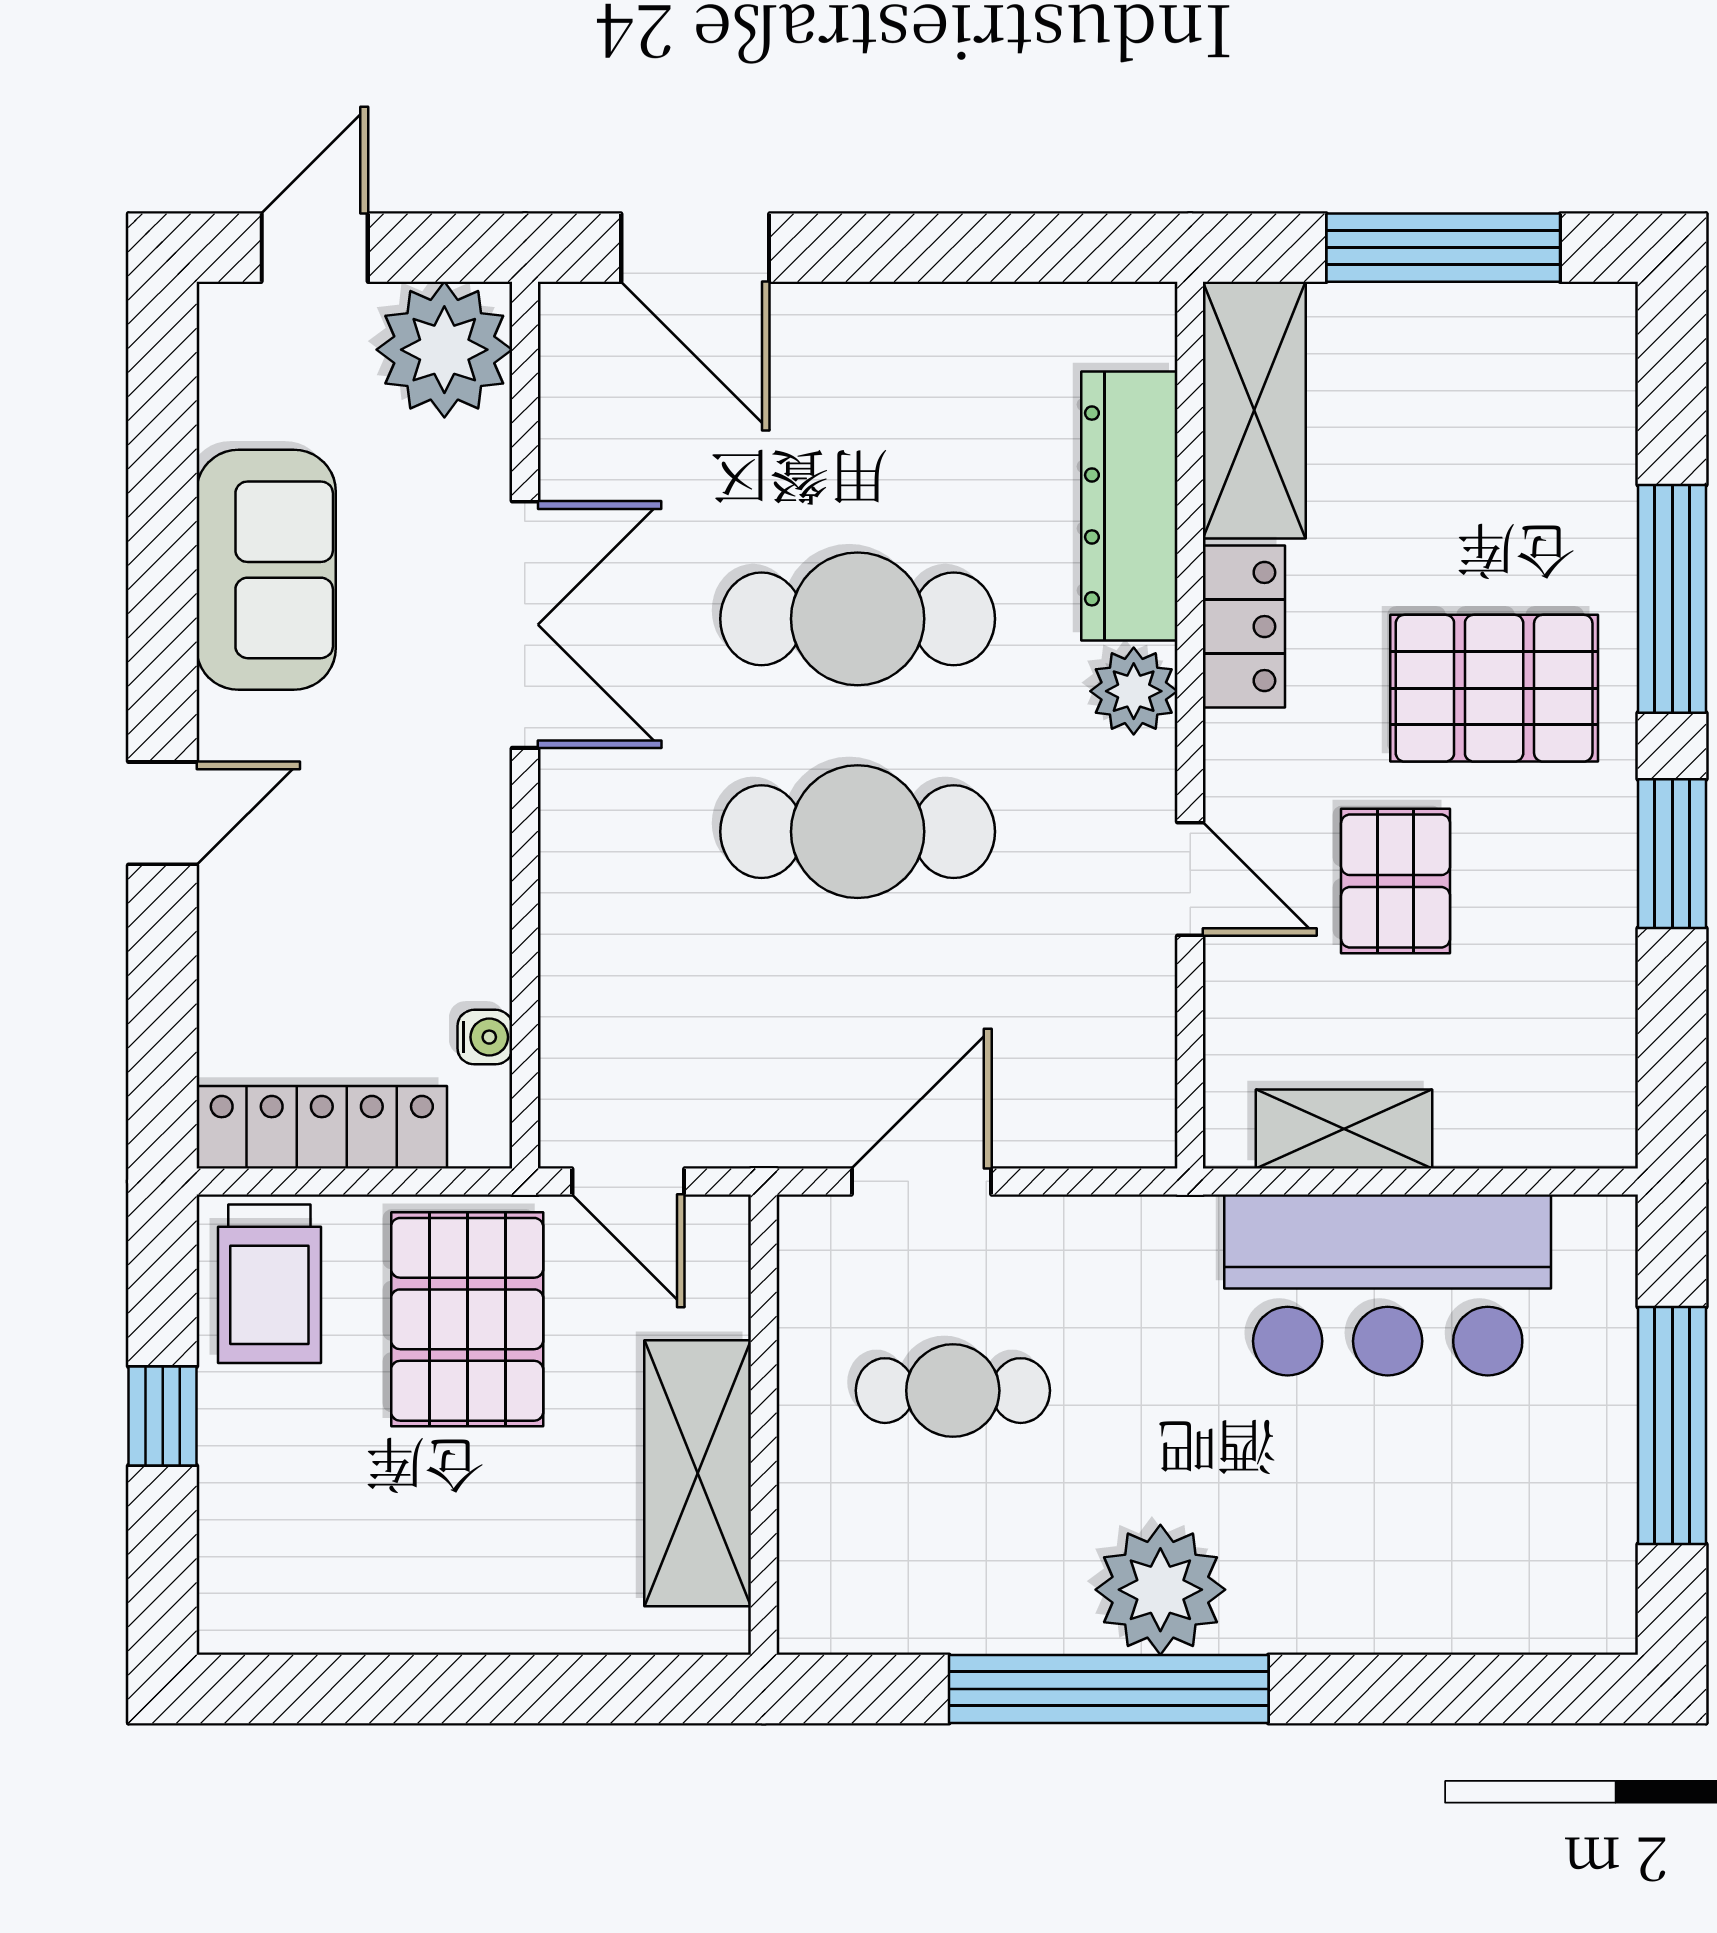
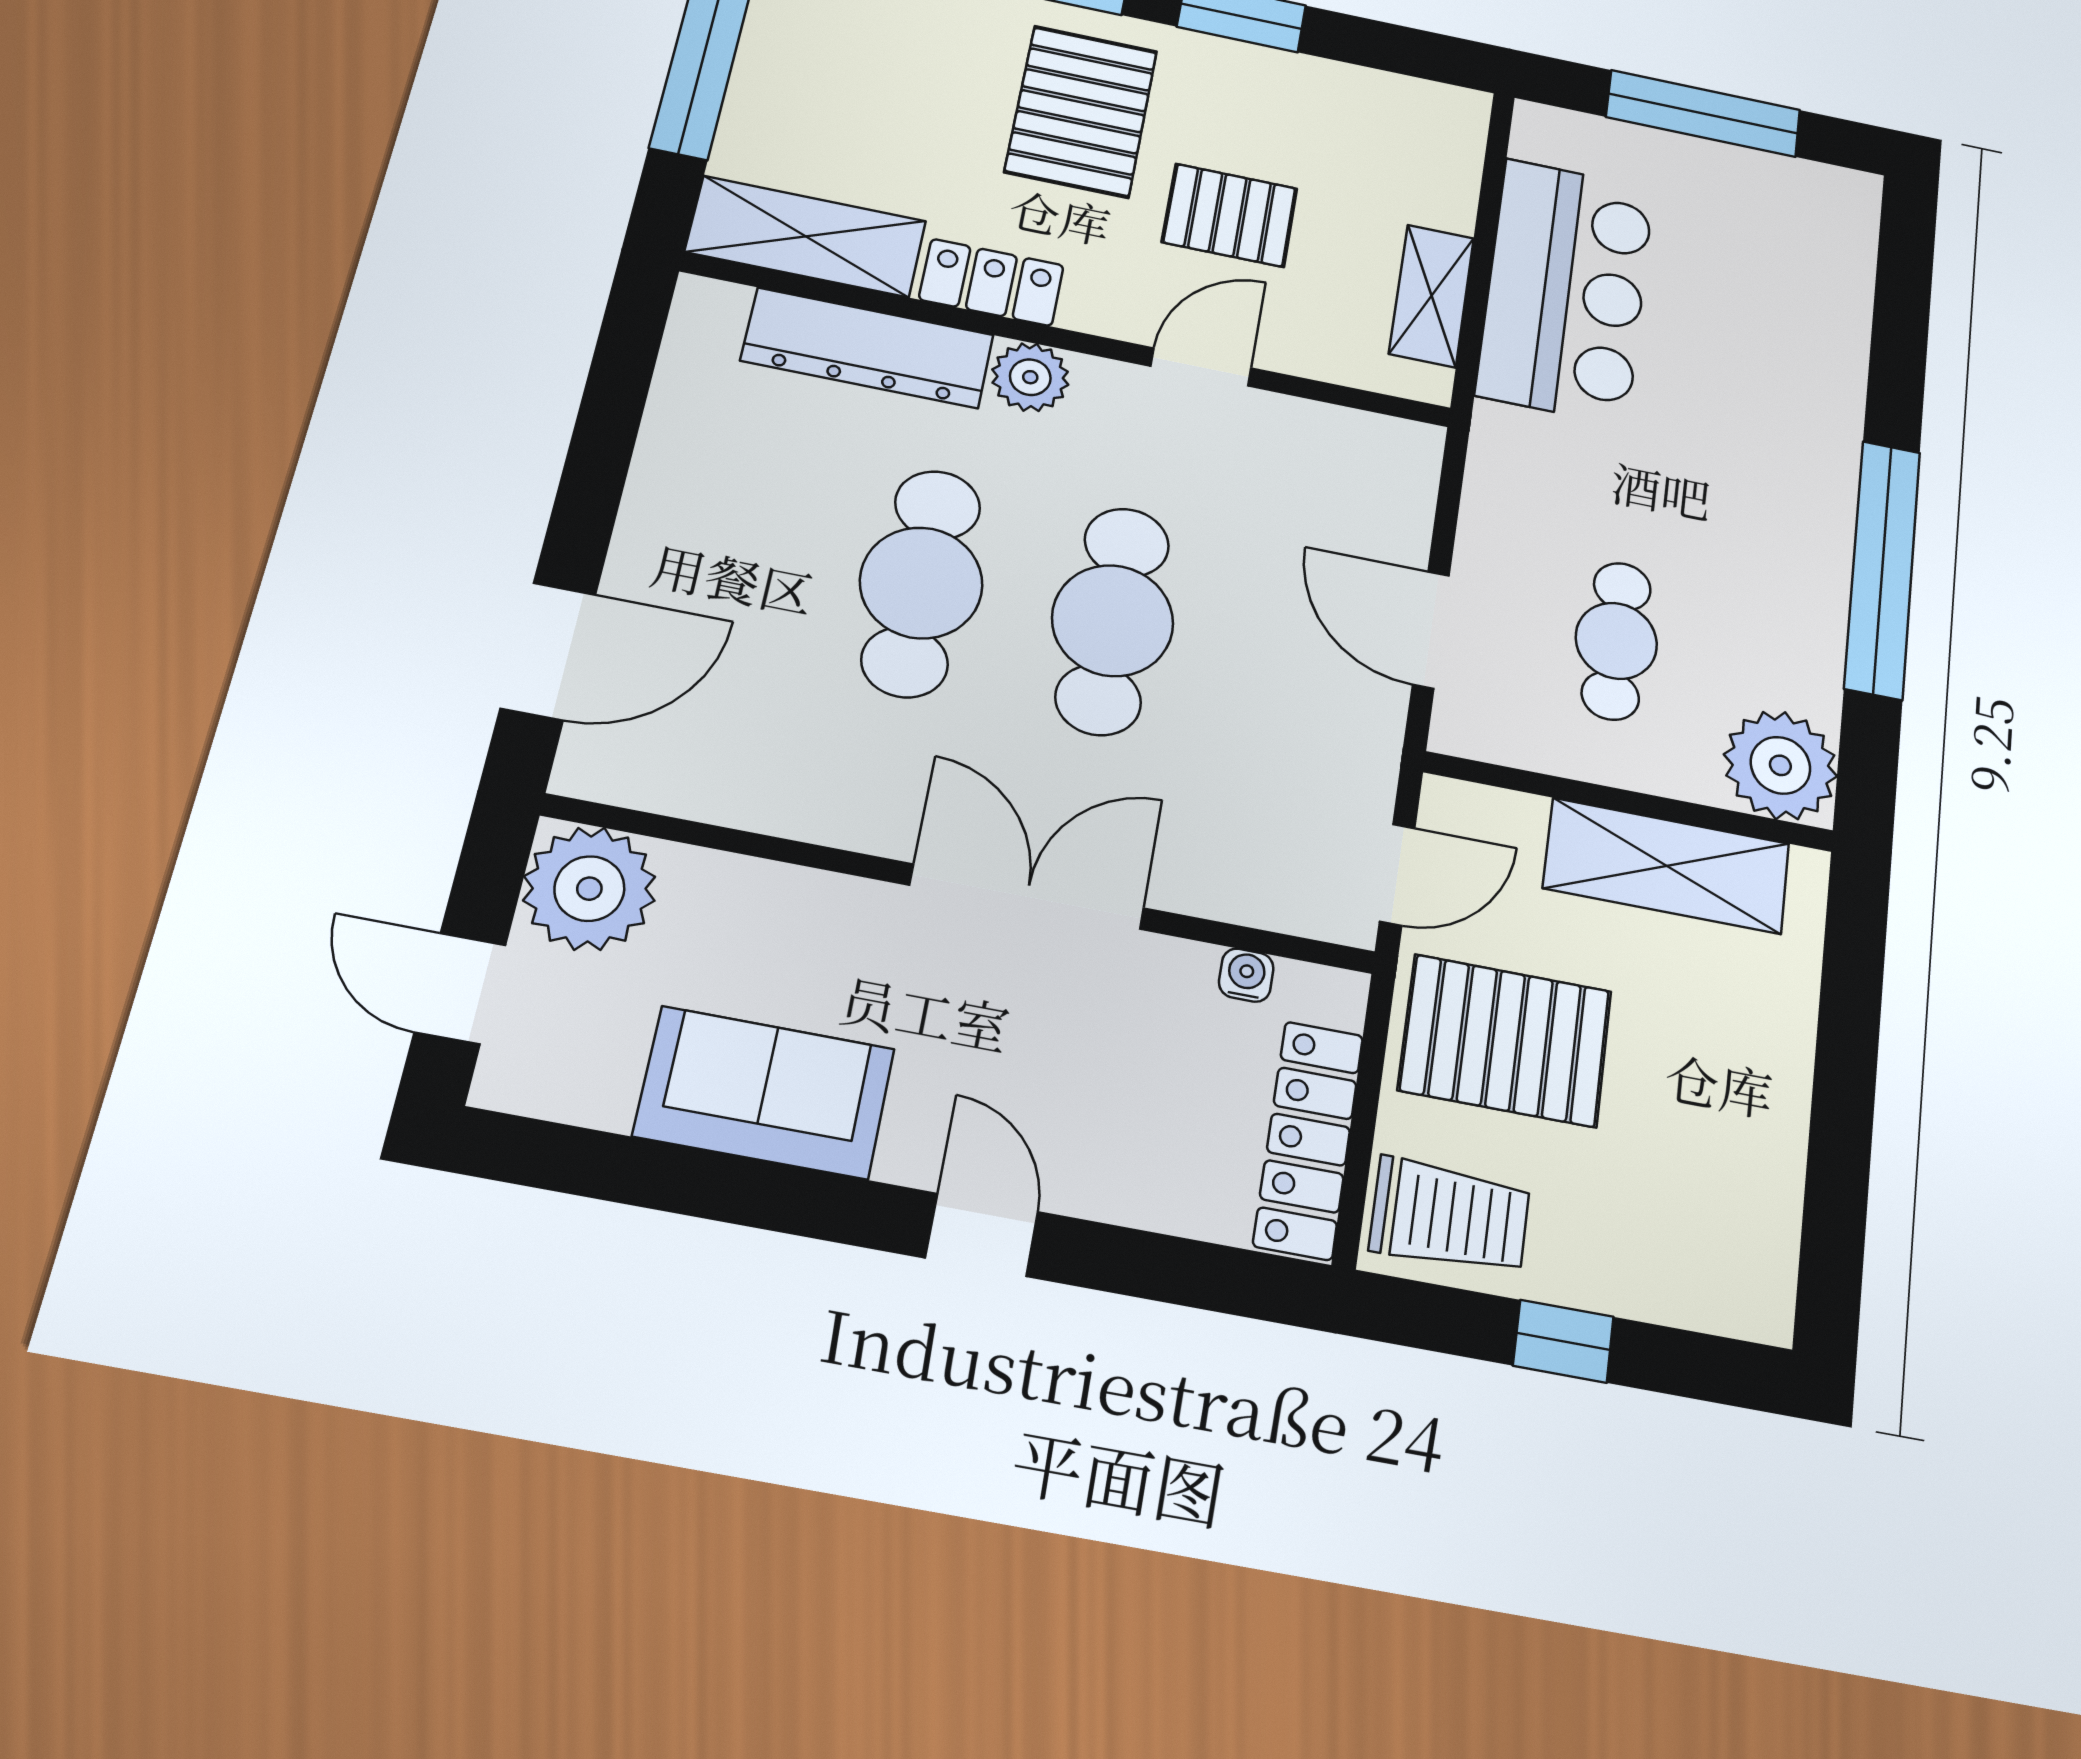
double door: (525, 625) -> (1027, 897), moved
plant: (1160, 1590) -> (1780, 765), moved

